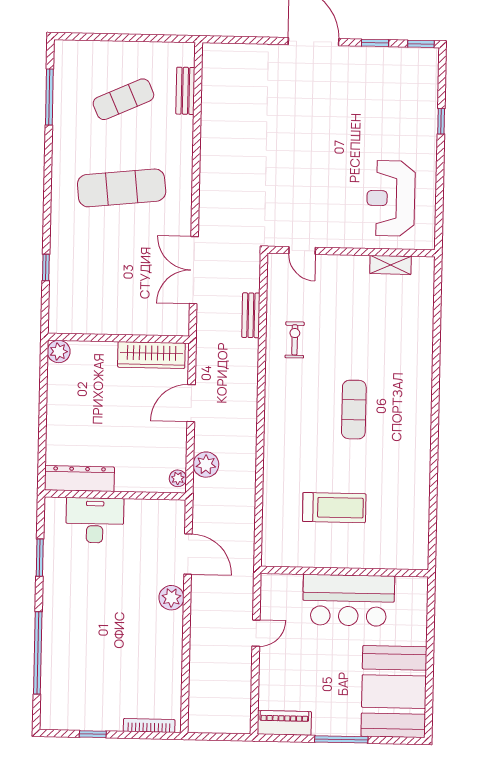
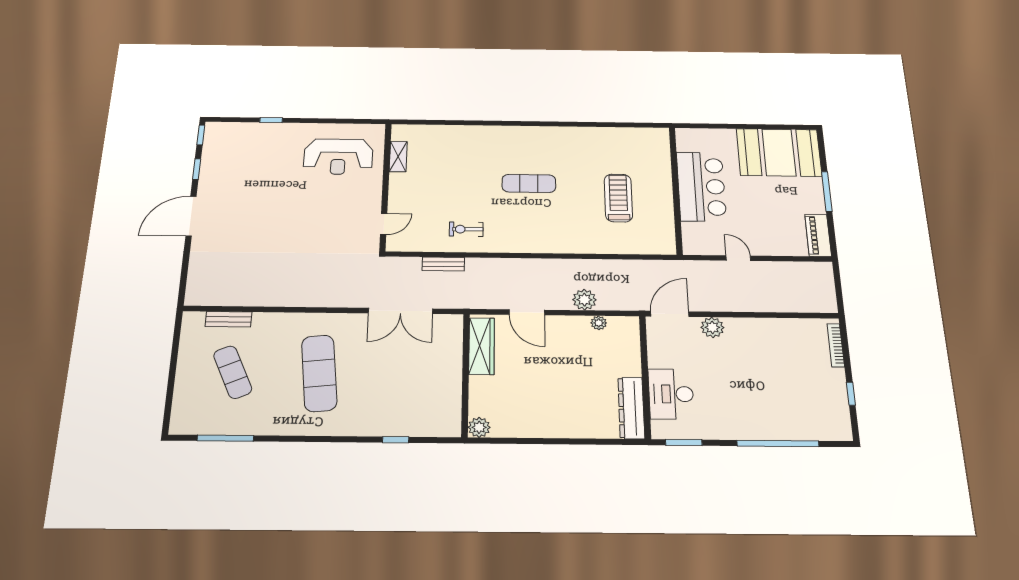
dresser: (79, 479) -> (631, 408), moved
wall: (115, 495) -> (645, 376), moved
desk: (95, 520) -> (671, 394), moved

